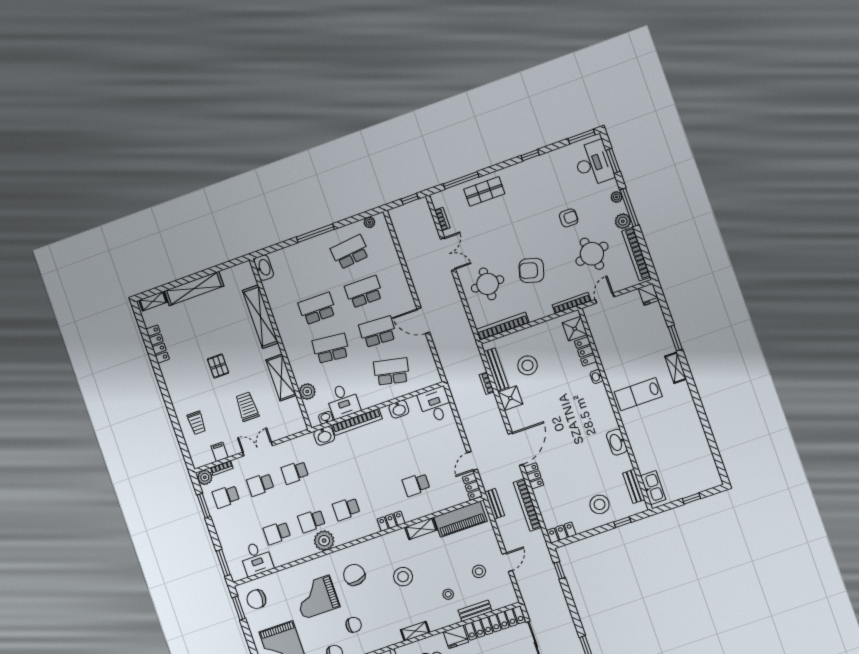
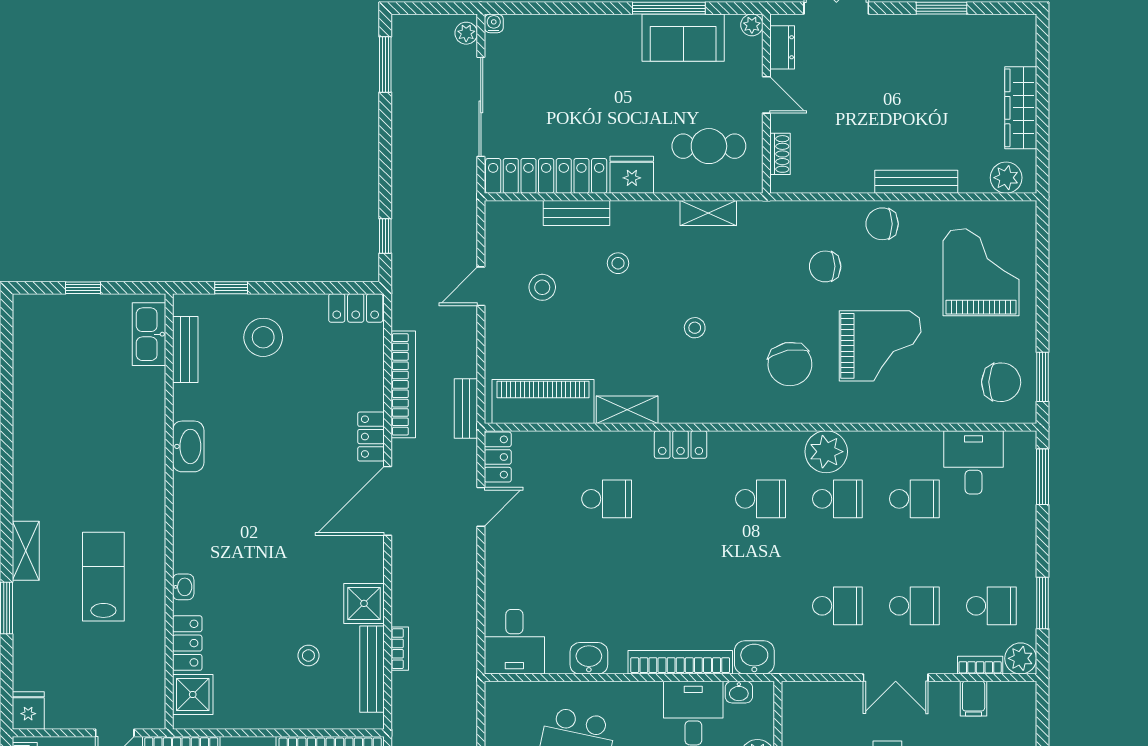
stool: (528, 365) -> (308, 656), width x0.53, depth x0.53
lab bench: (638, 394) -> (103, 577), moved, turned -90
stool: (403, 577) -> (695, 328), width x0.53, depth x0.53

